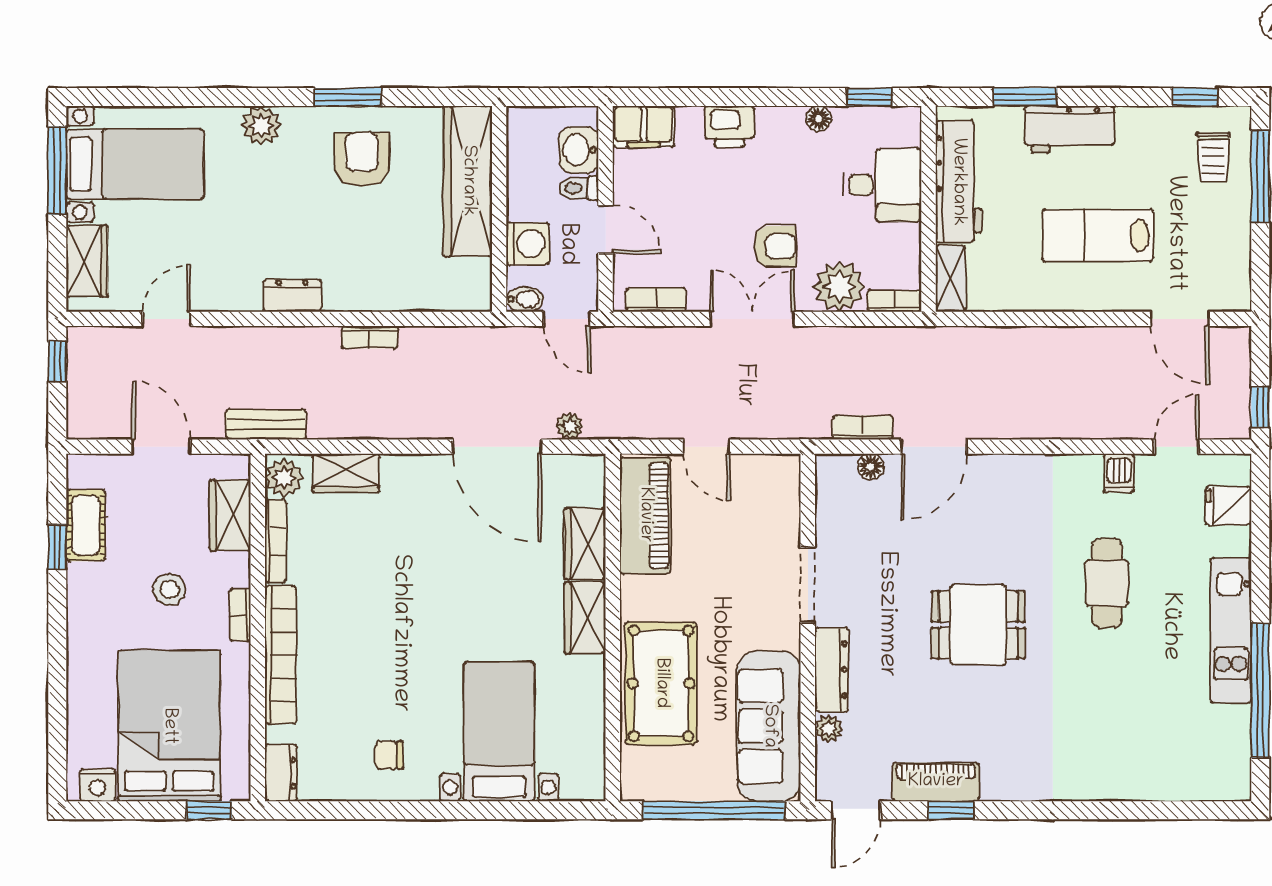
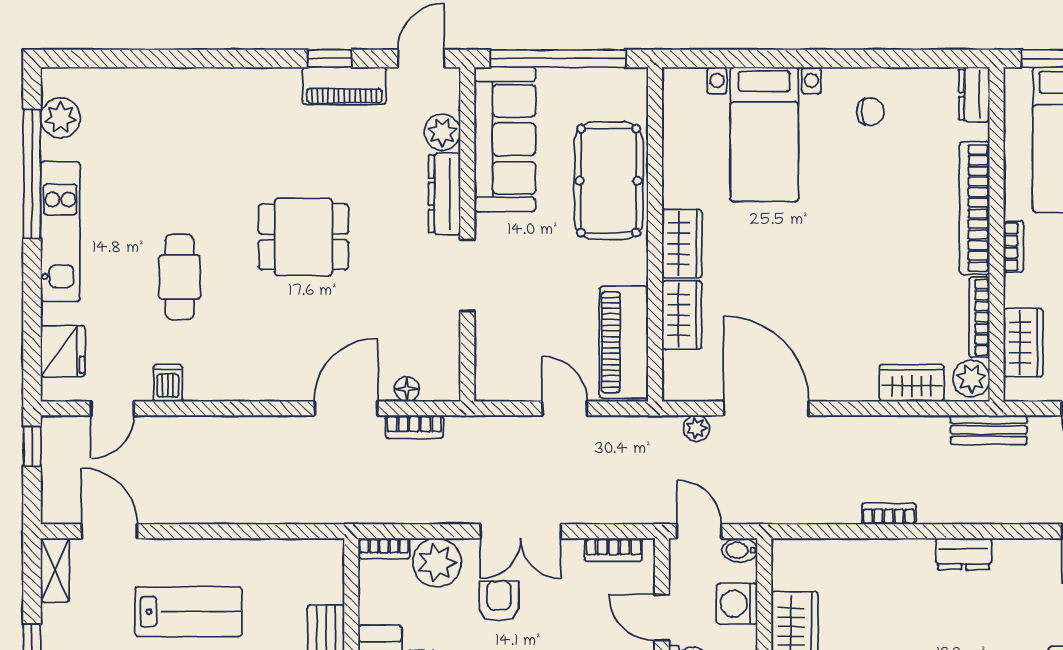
armchair: (775, 246) -> (499, 601), turned 90
shelving: (951, 279) -> (55, 570), moved
fridge: (1228, 506) -> (63, 351), width x1.38
plant: (829, 729) -> (442, 132), width x1.38, depth x1.38
plant: (1231, 749) -> (61, 118), added

